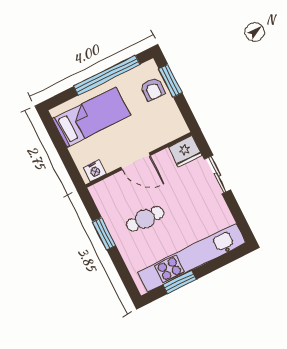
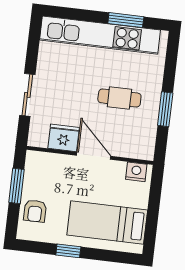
window: (107, 75) -> (68, 251), width x0.32
window: (171, 81) -> (16, 186), moved
armchair: (153, 89) -> (35, 211), turned 180
fridge: (185, 151) -> (64, 138), moved

